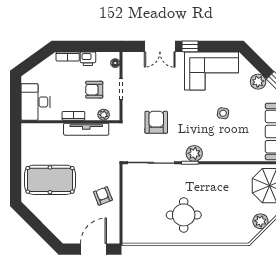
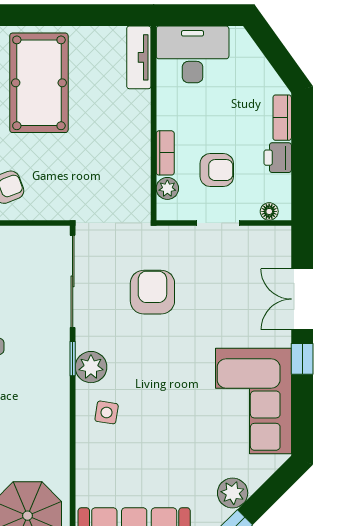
armchair: (94, 90) -> (217, 170), turned 90
side table: (223, 113) -> (107, 412), moved
bookcase: (73, 116) -> (165, 153), moved
armchair: (156, 122) -> (152, 292), turned -90
tv unit: (86, 129) -> (139, 57), moved, width x0.71

